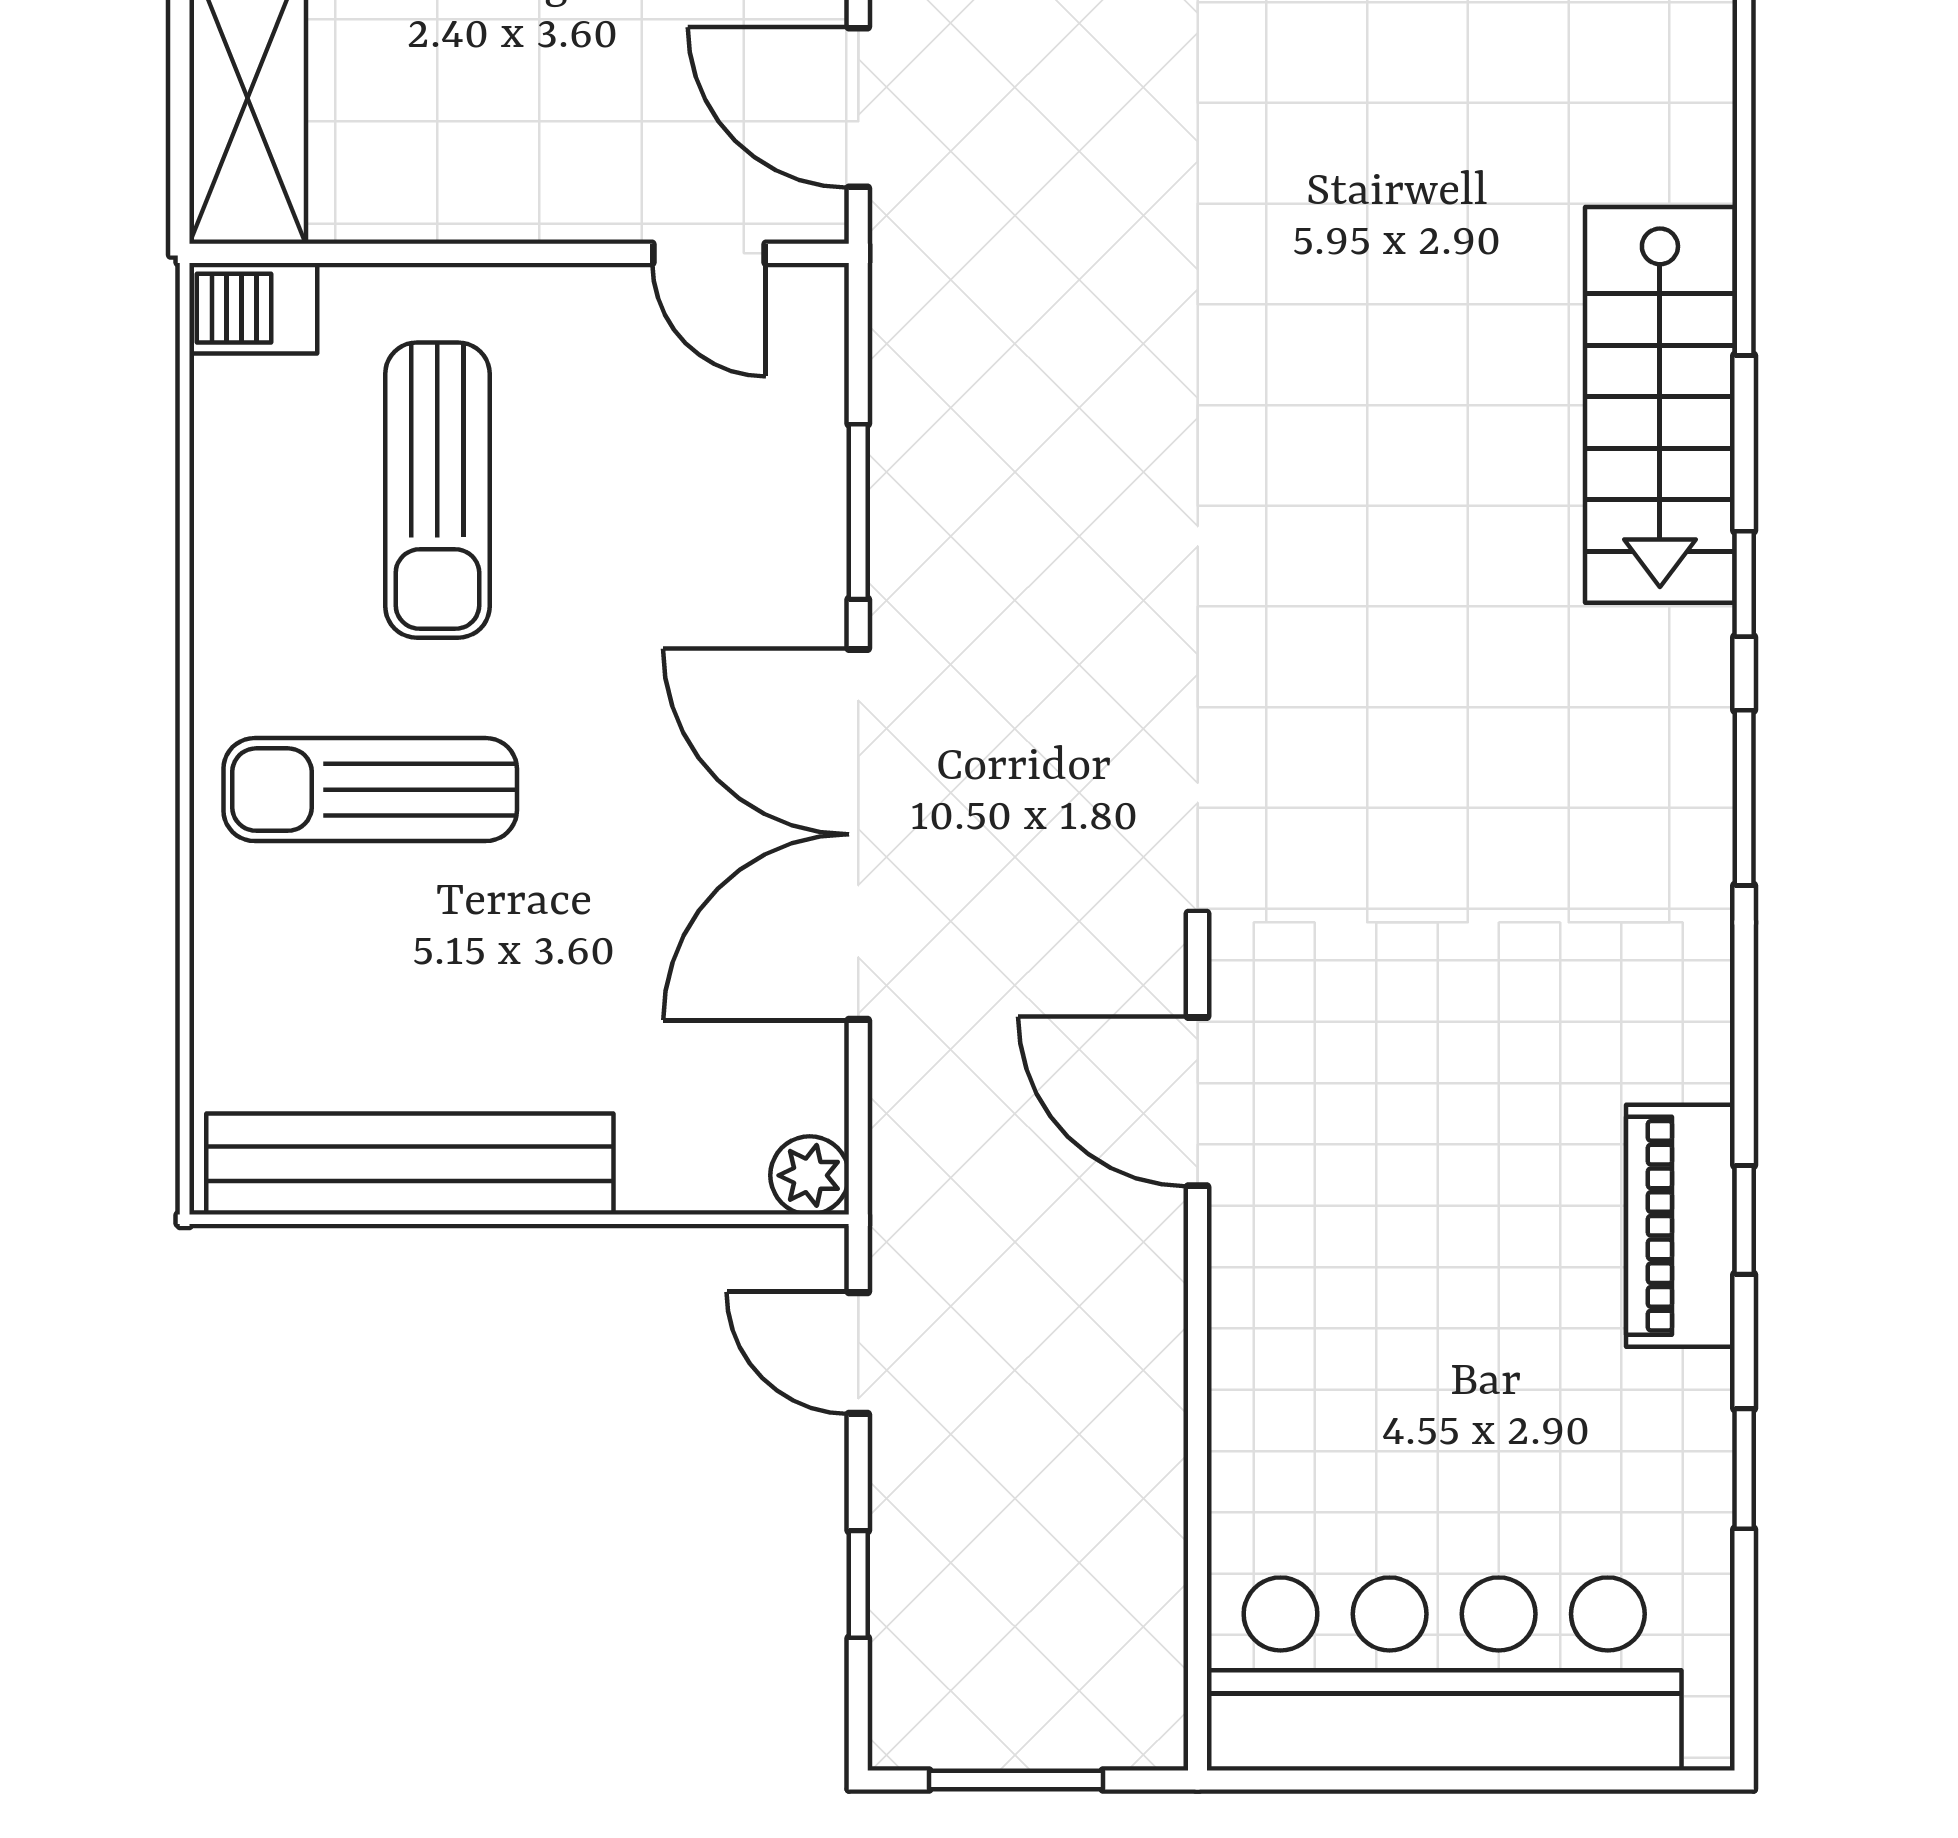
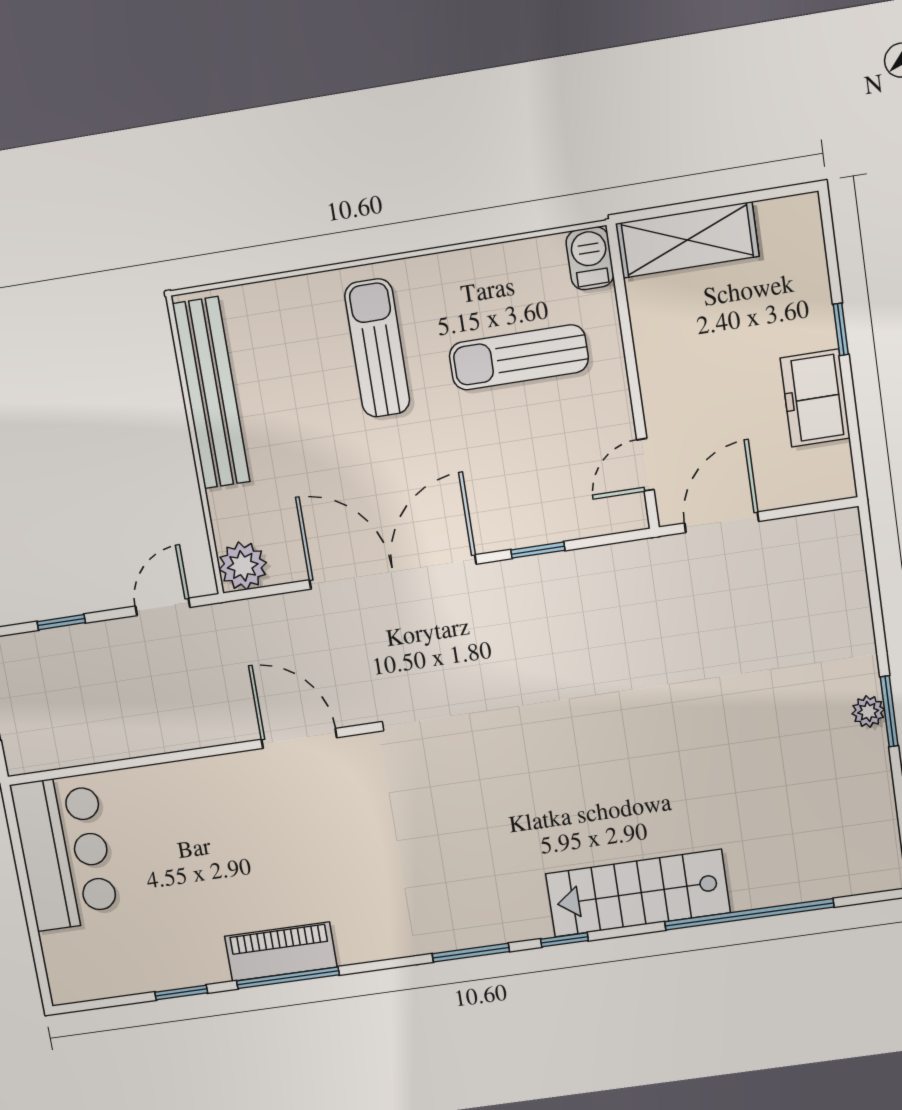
window: (858, 512) -> (538, 550), width x0.67
door: (1198, 1102) -> (299, 738), hinge flipped
plant: (810, 1175) -> (243, 566), width x1.38, depth x1.38
window: (1744, 1220) -> (288, 978), width x2.17
bar counter: (1444, 1674) -> (65, 853), width x0.73

